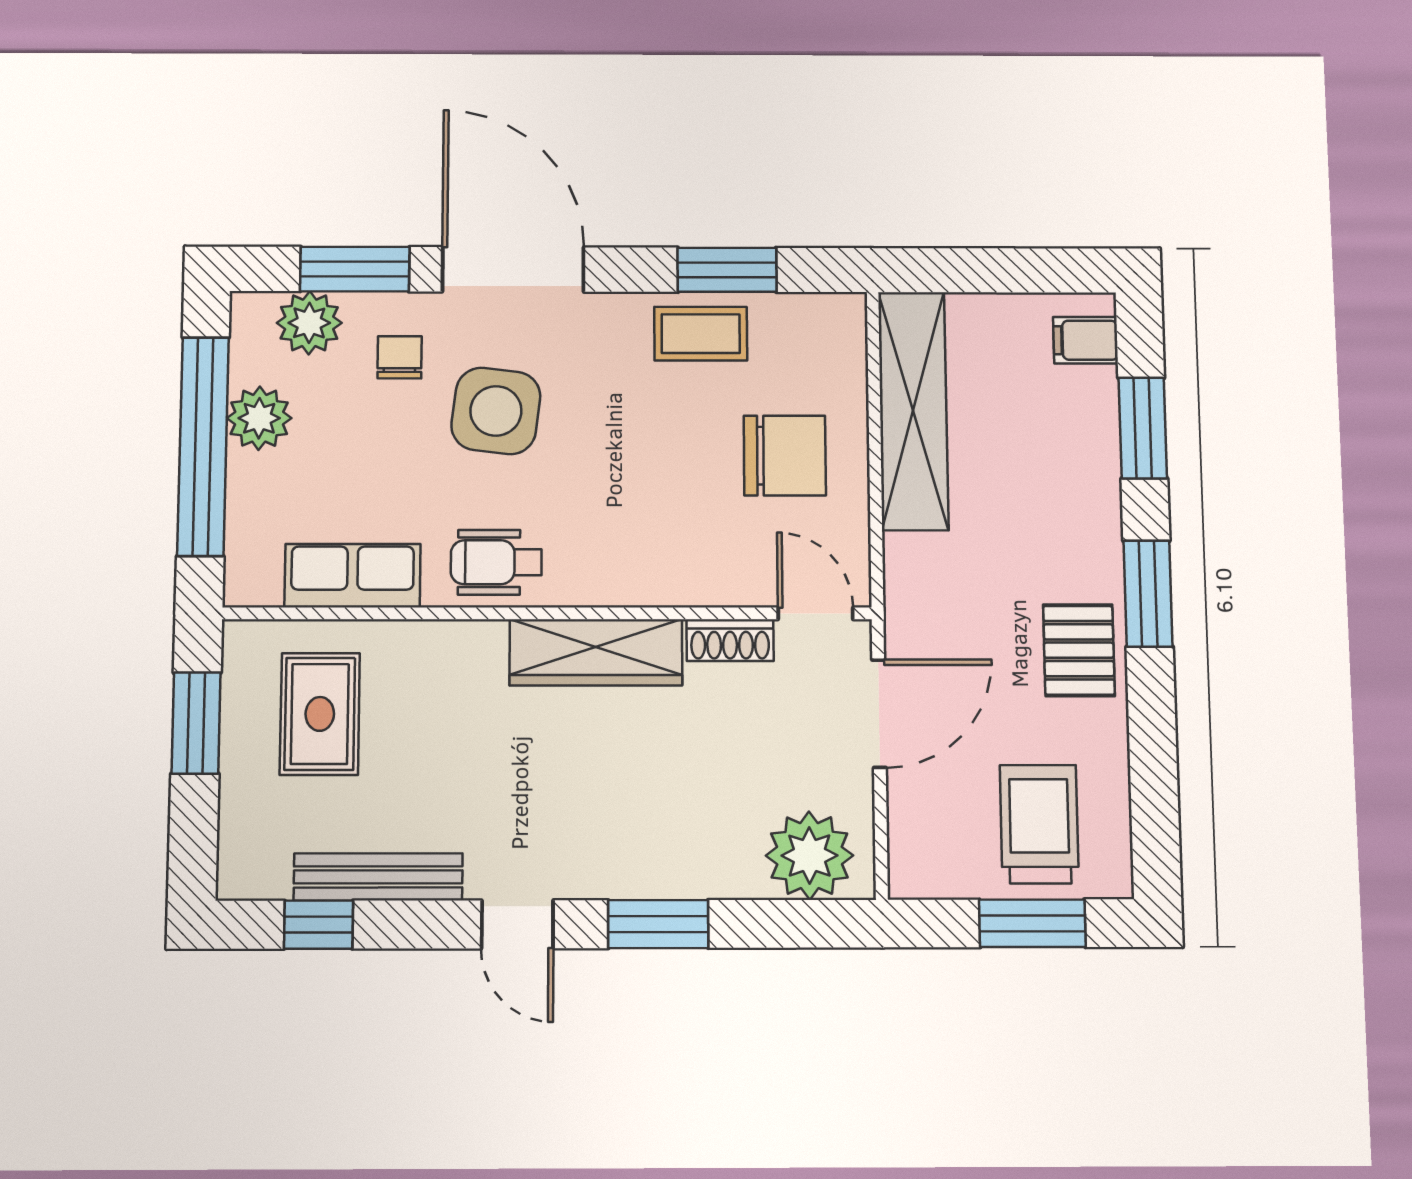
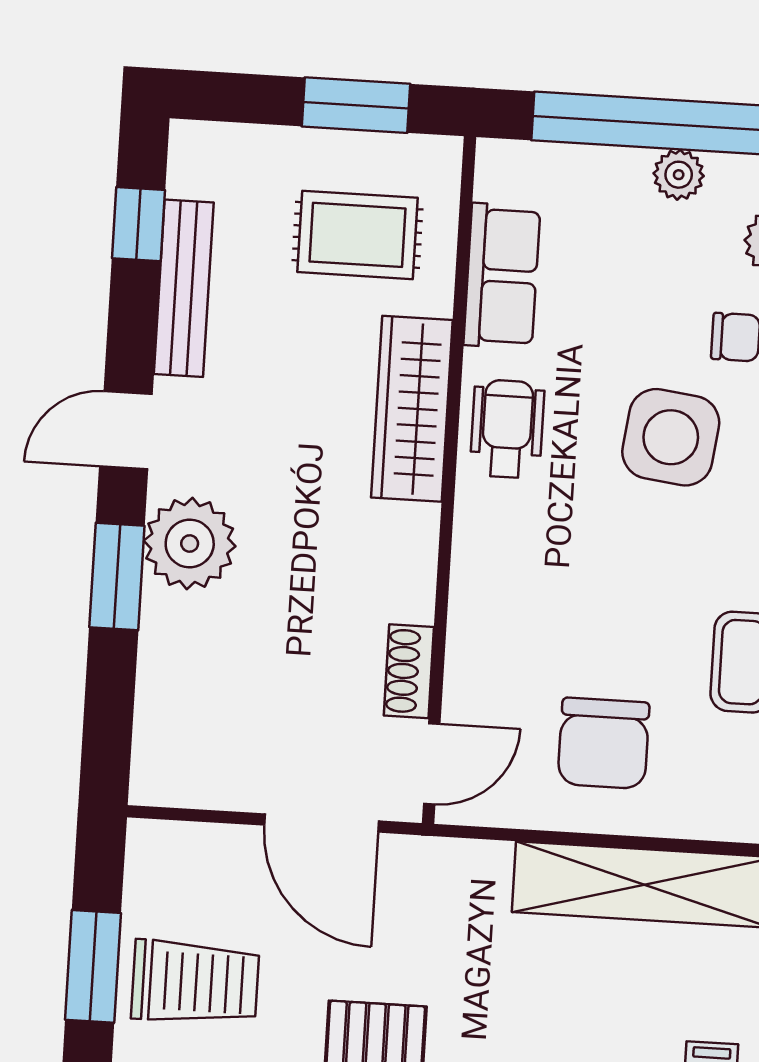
plant: (259, 418) -> (679, 175), width x0.73, depth x0.73
wardrobe: (596, 652) -> (412, 409), moved
plant: (809, 856) -> (190, 543), moved

